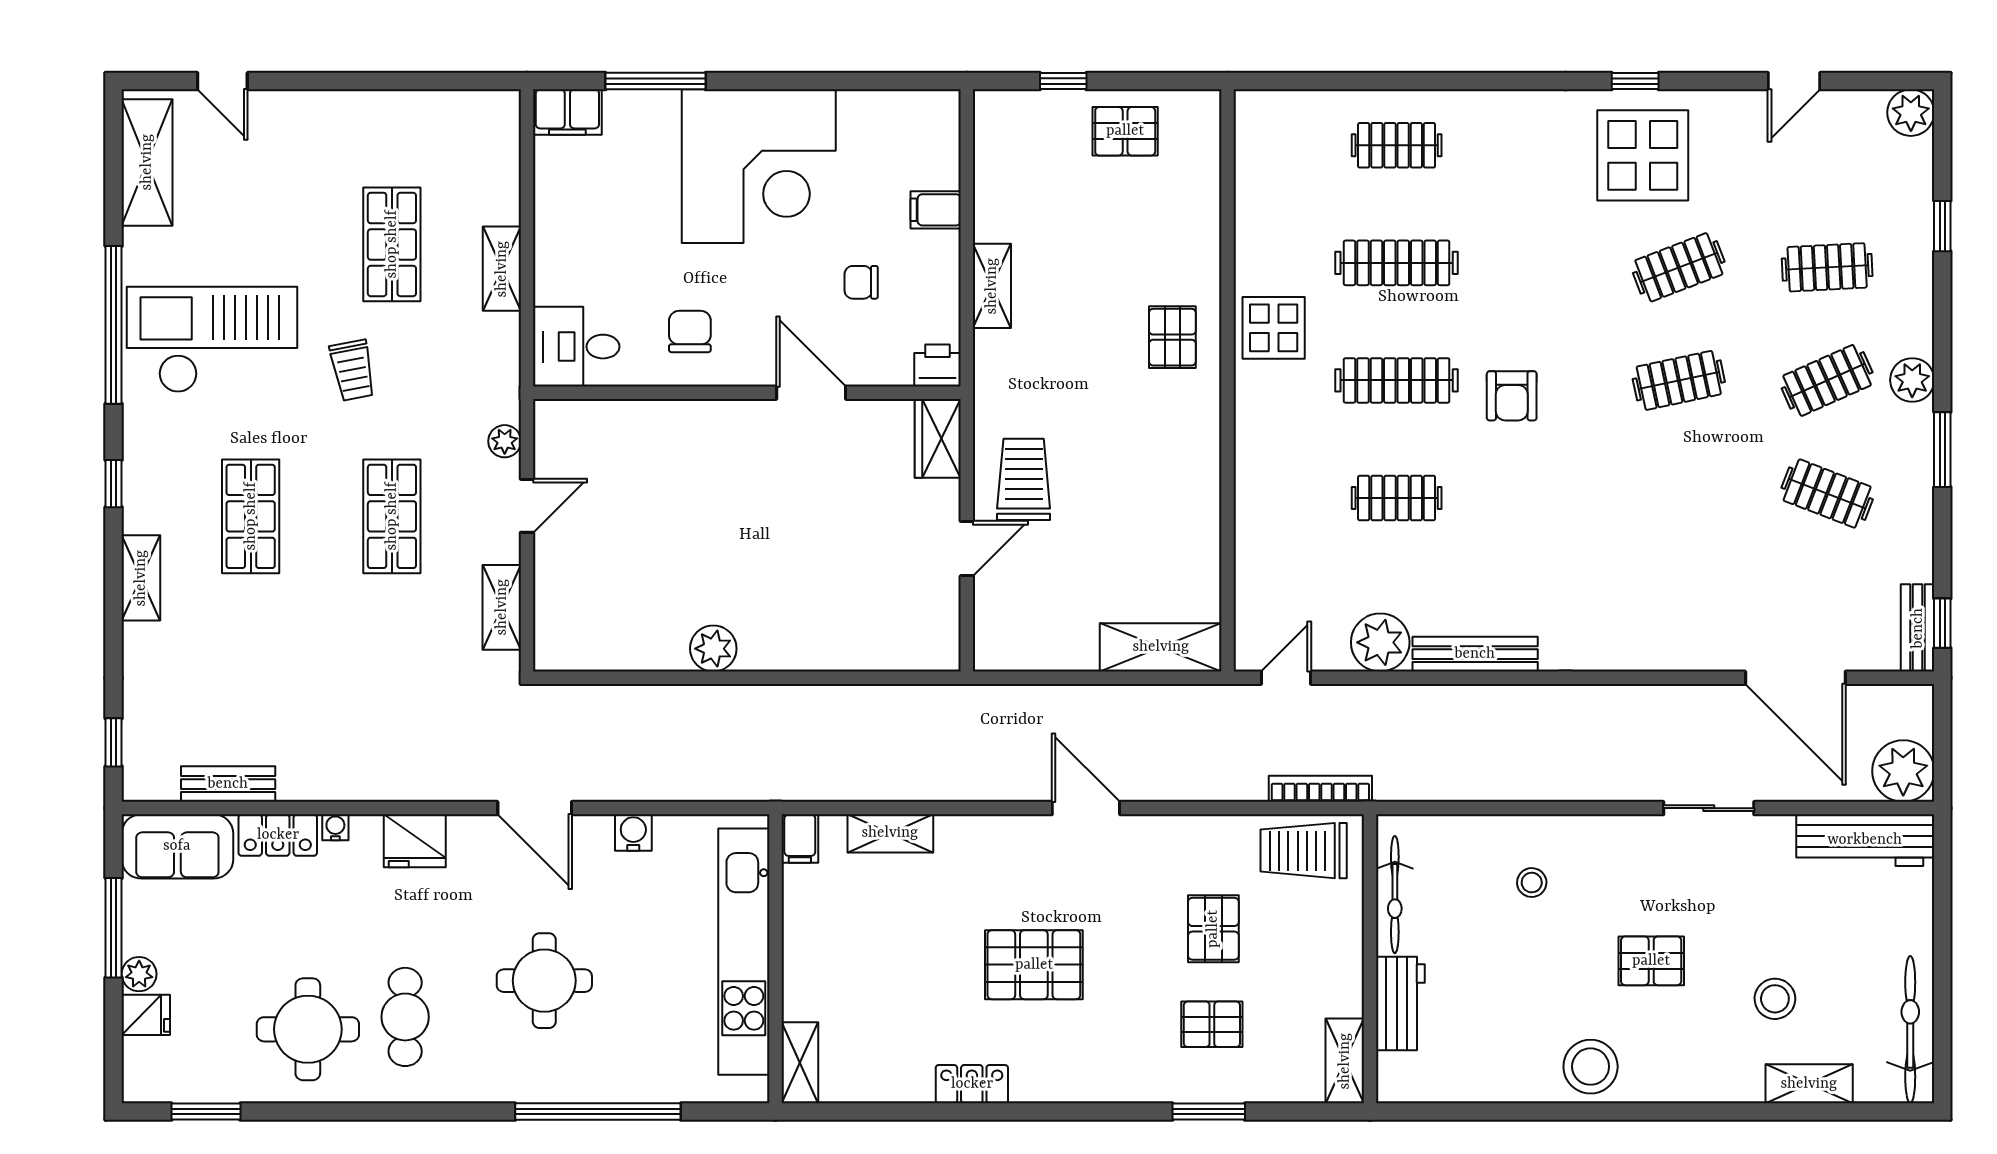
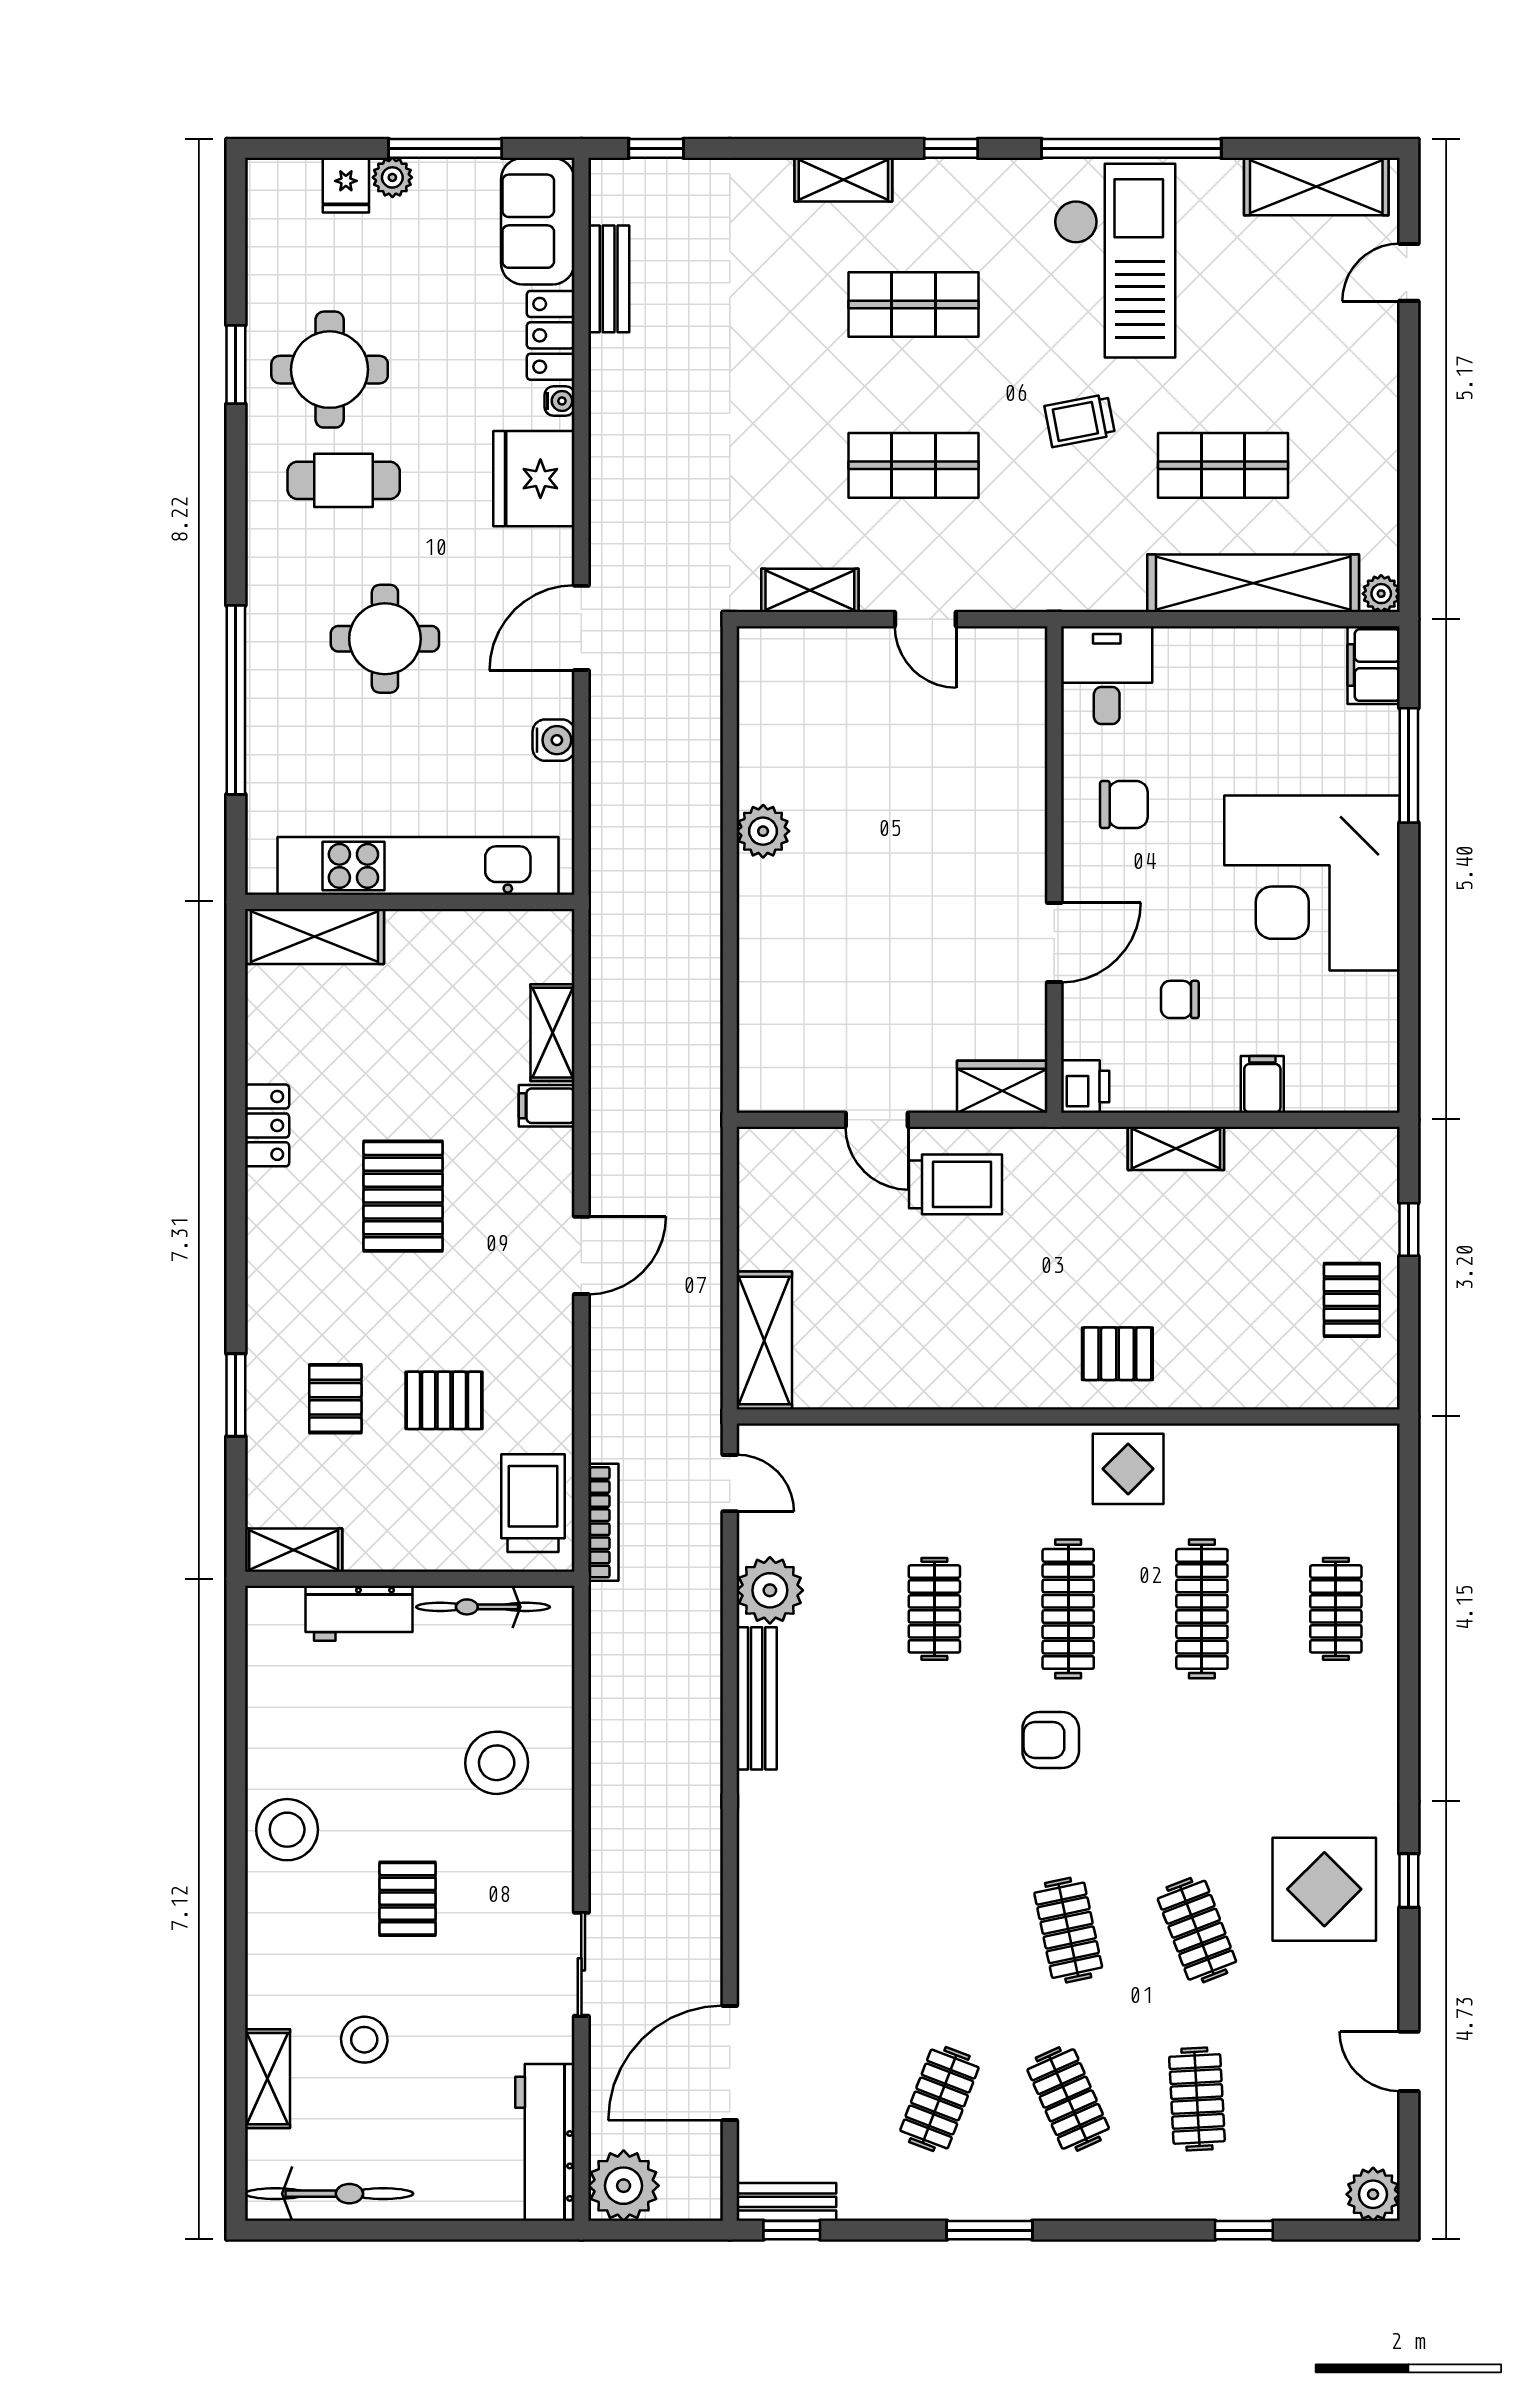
shelving: (502, 269) -> (1253, 583), width x2.20, depth x1.33
chair: (861, 282) -> (1180, 999), turned -90
plant: (1912, 380) -> (1069, 2196), removed
plant: (505, 441) -> (1381, 594), moved
filing cabinet: (800, 839) -> (547, 1106), moved
fridge: (415, 841) -> (534, 479), width x1.36, depth x1.34
stool: (1532, 883) -> (497, 1763), width x1.89, depth x1.89
shelving: (800, 1063) -> (314, 937), width x1.50, depth x1.33
window: (206, 1112) -> (236, 364), moved

